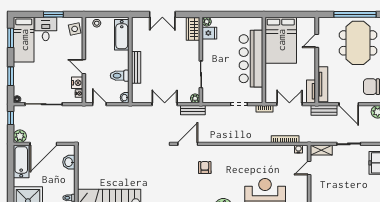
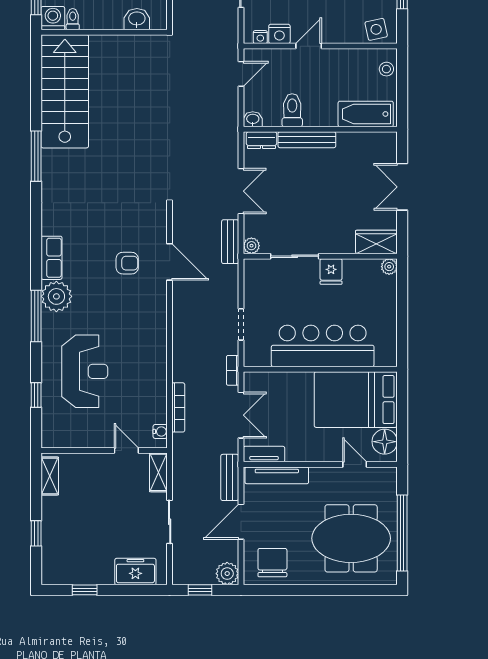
floor lamp: (304, 24) -> (385, 442), added
fridge: (209, 33) -> (331, 272), moved
dresser: (136, 93) -> (261, 140), added
door: (188, 144) -> (170, 262), moved

